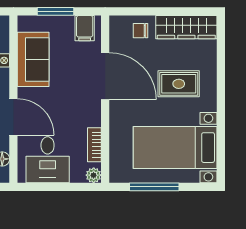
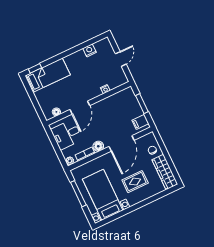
sofa: (33, 59) -> (113, 104), removed
rug: (179, 84) -> (135, 182), turned 90
floor lamp: (92, 117) -> (98, 146), added

